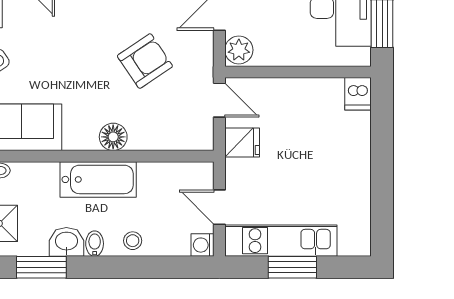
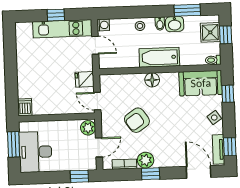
window: (292, 267) -> (56, 15), width x0.67

